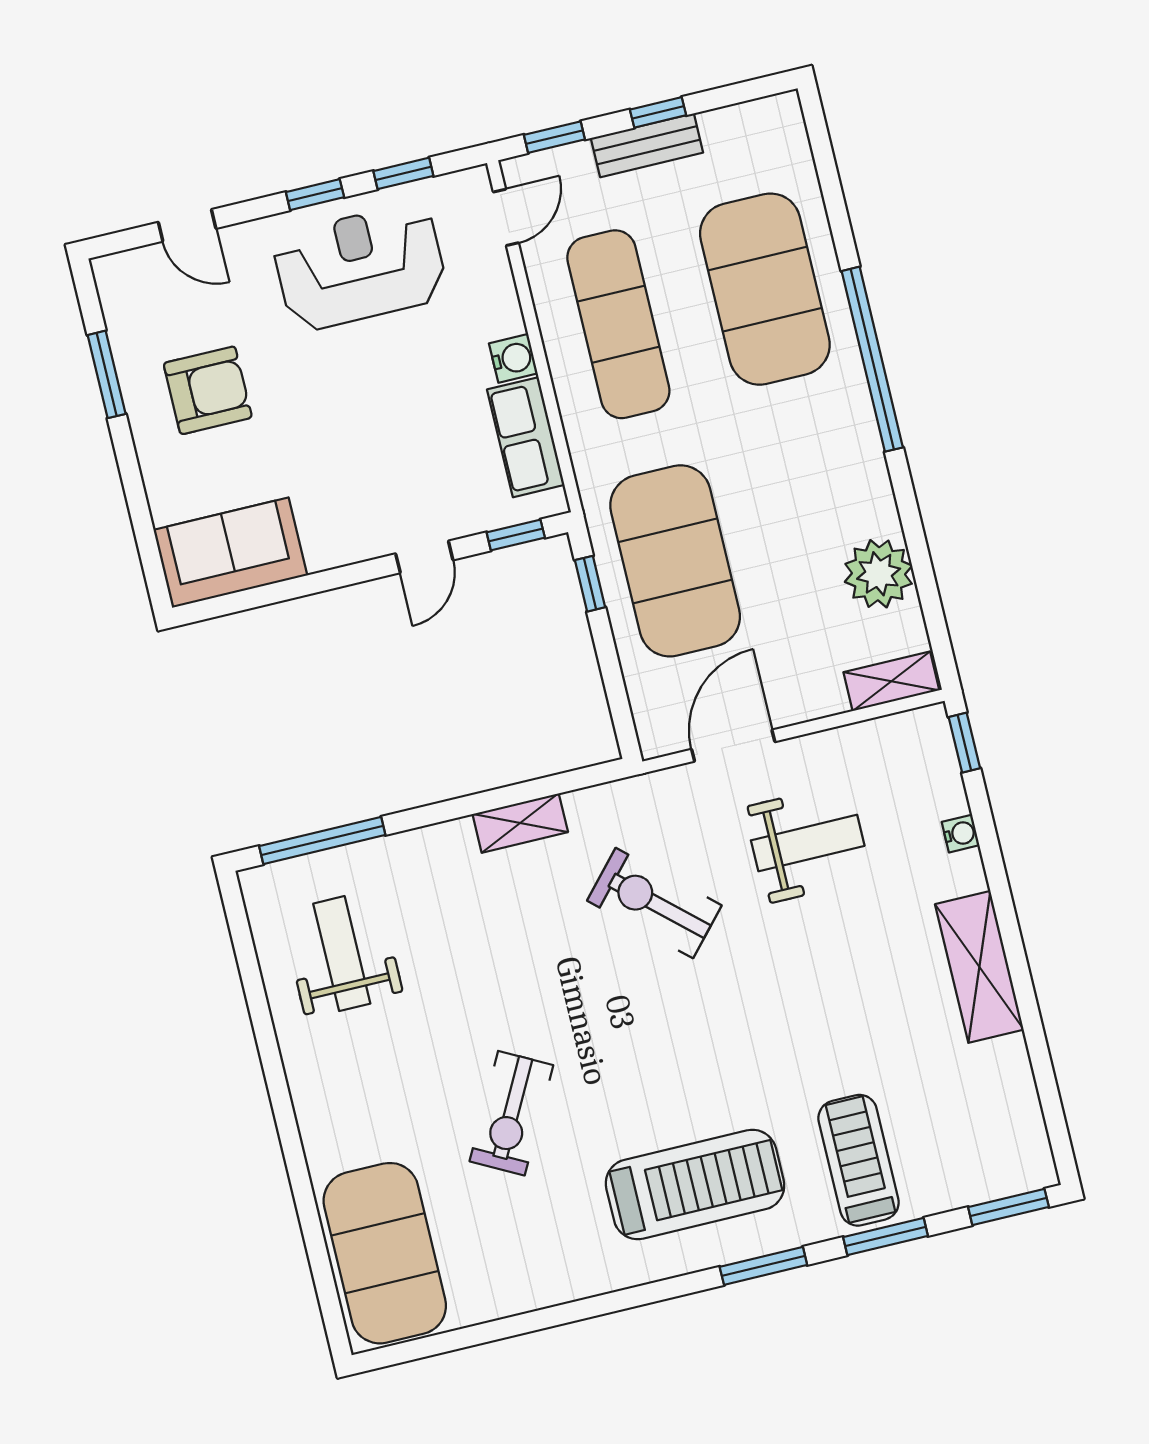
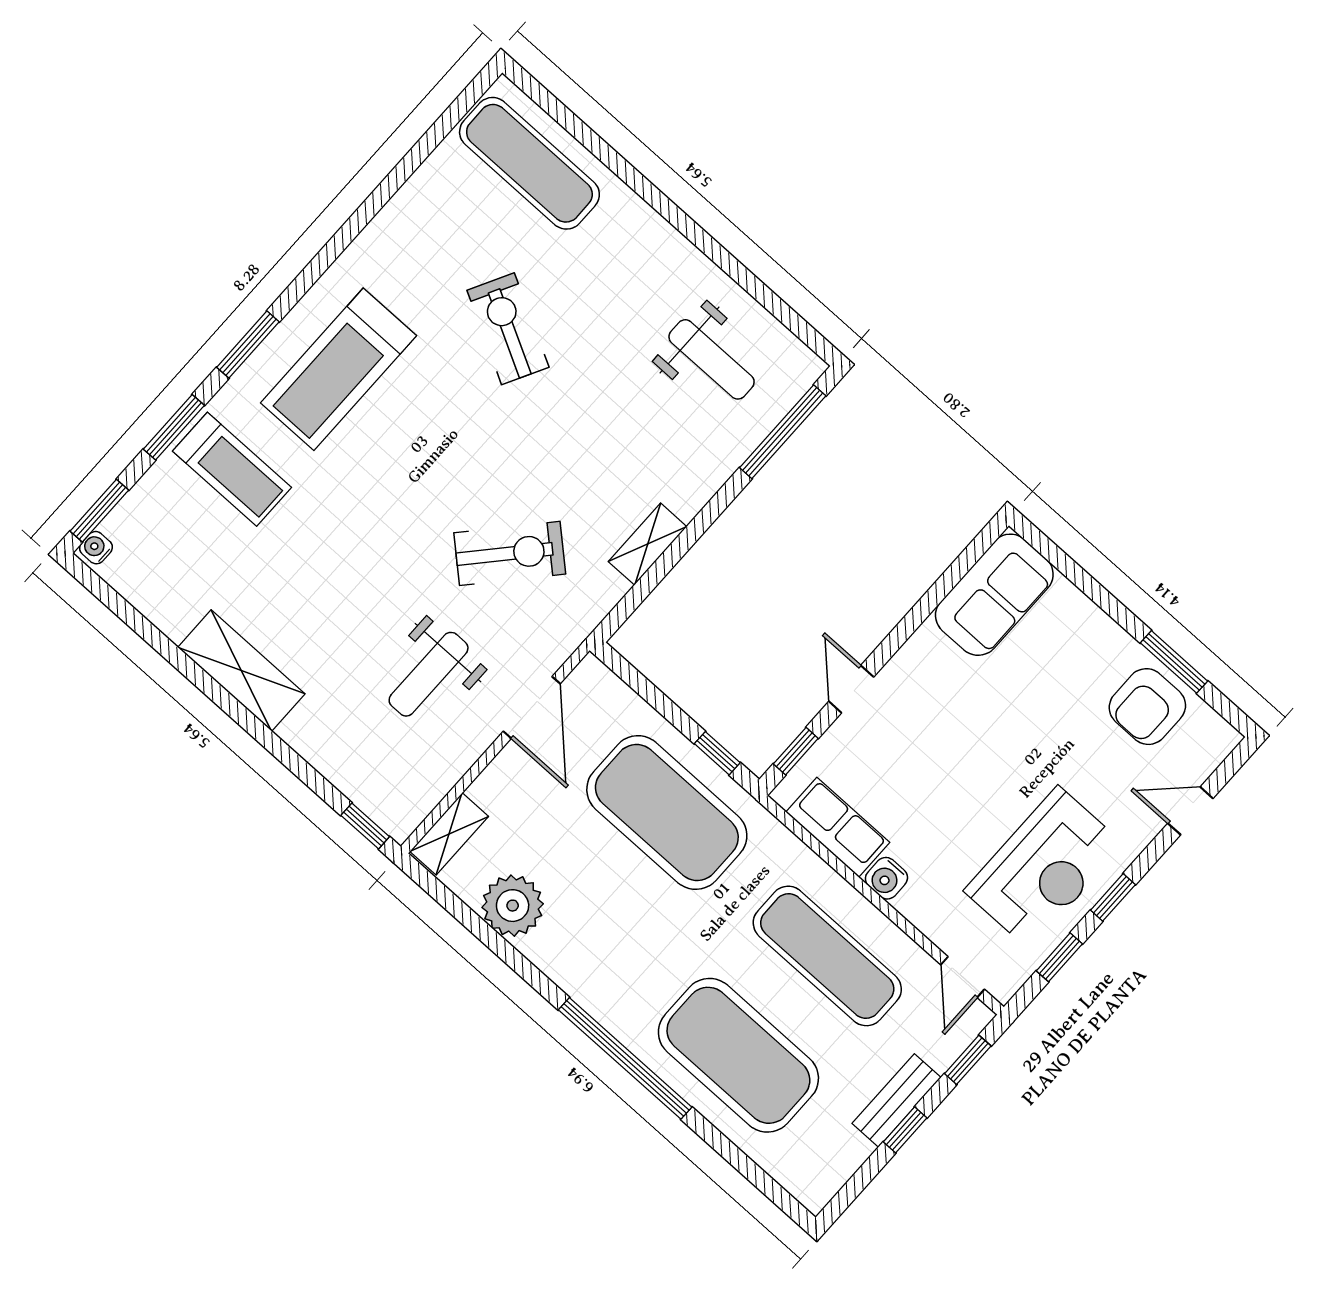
armchair: (208, 390) -> (1147, 707), moved
water cooler: (960, 834) -> (96, 548), moved, turned 90
exercise mat: (385, 1253) -> (529, 163), width x0.68

